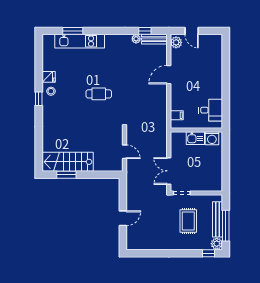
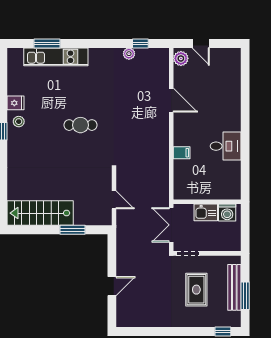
bench: (154, 39) -> (153, 54), removed
door: (169, 75) -> (171, 100), swing flipped
wall: (196, 130) -> (207, 202), moved
kitchen sink: (195, 138) -> (206, 212), moved
washing machine: (212, 138) -> (227, 213), moved
window: (66, 175) -> (73, 230), moved
window: (226, 226) -> (245, 296), width x0.69
plant: (217, 244) -> (233, 319), removed

